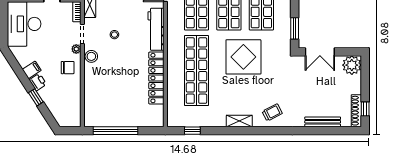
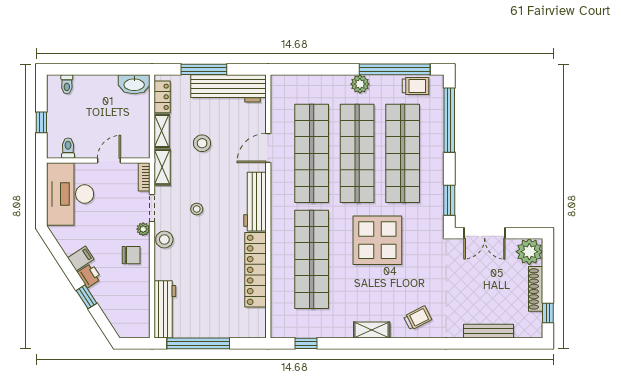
workbench: (92, 106) -> (165, 309), added
shoe rack: (356, 111) -> (536, 289), moved

